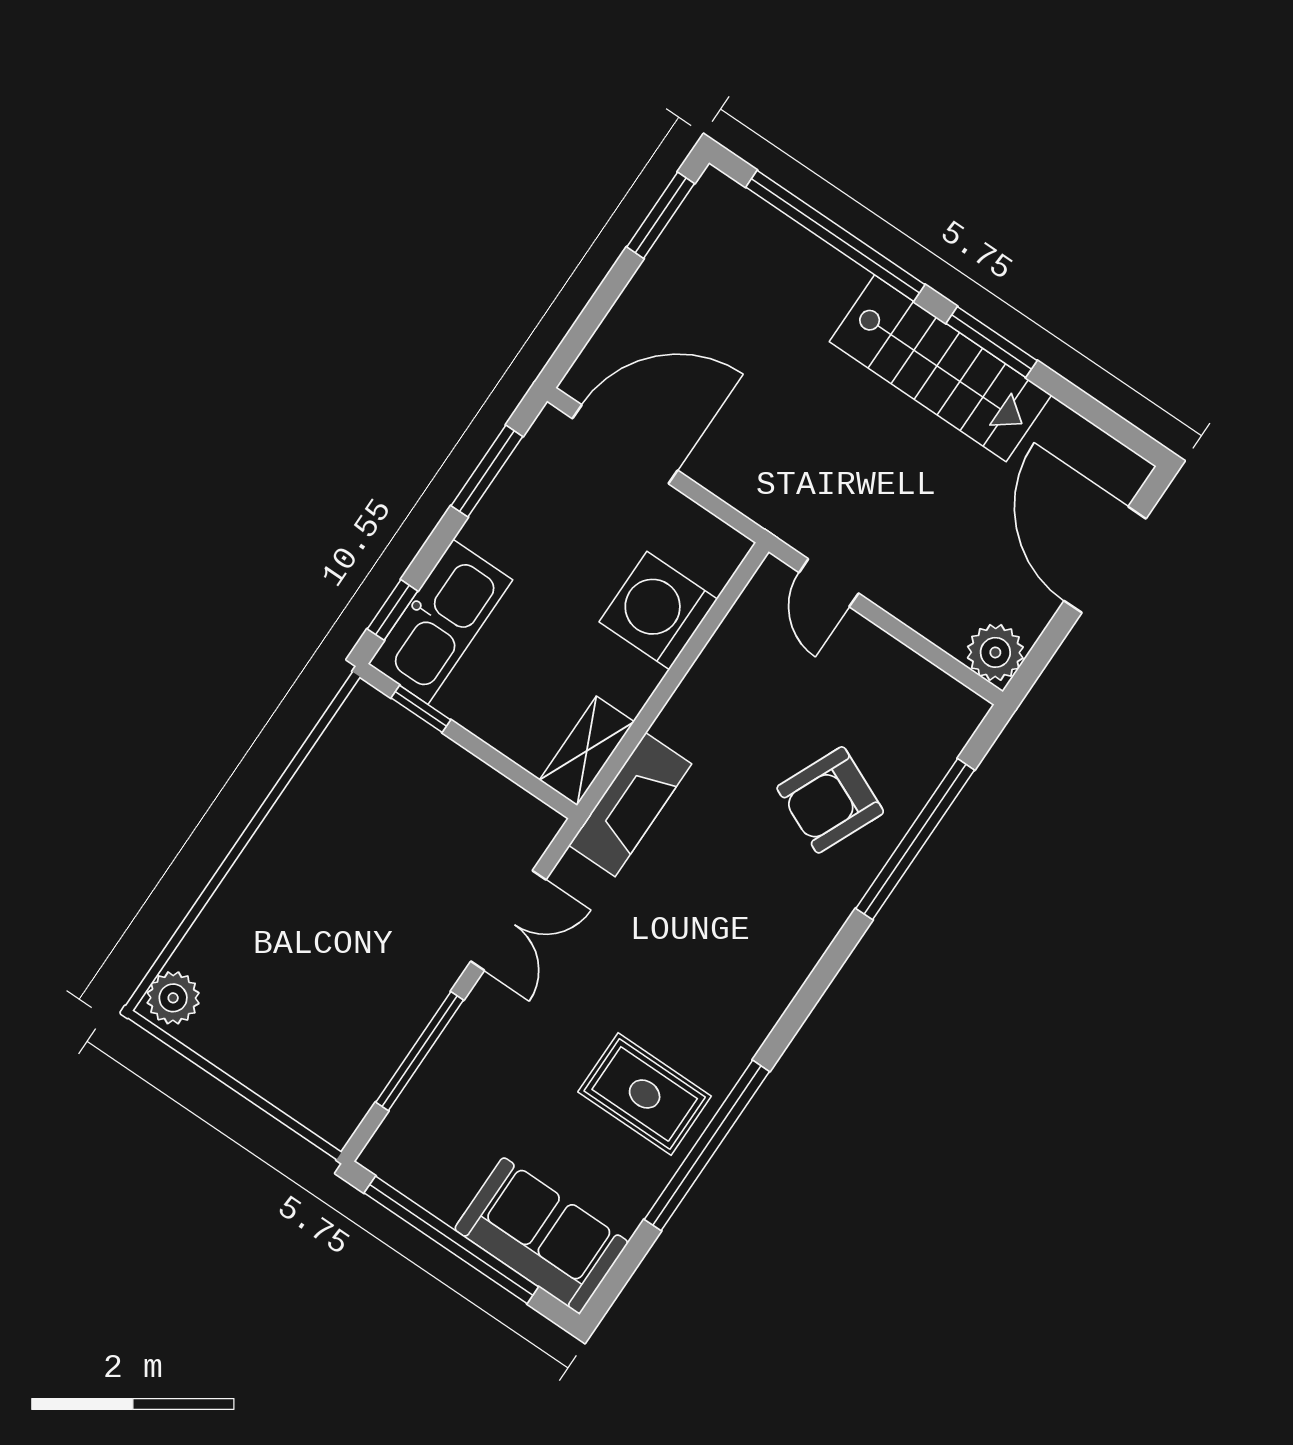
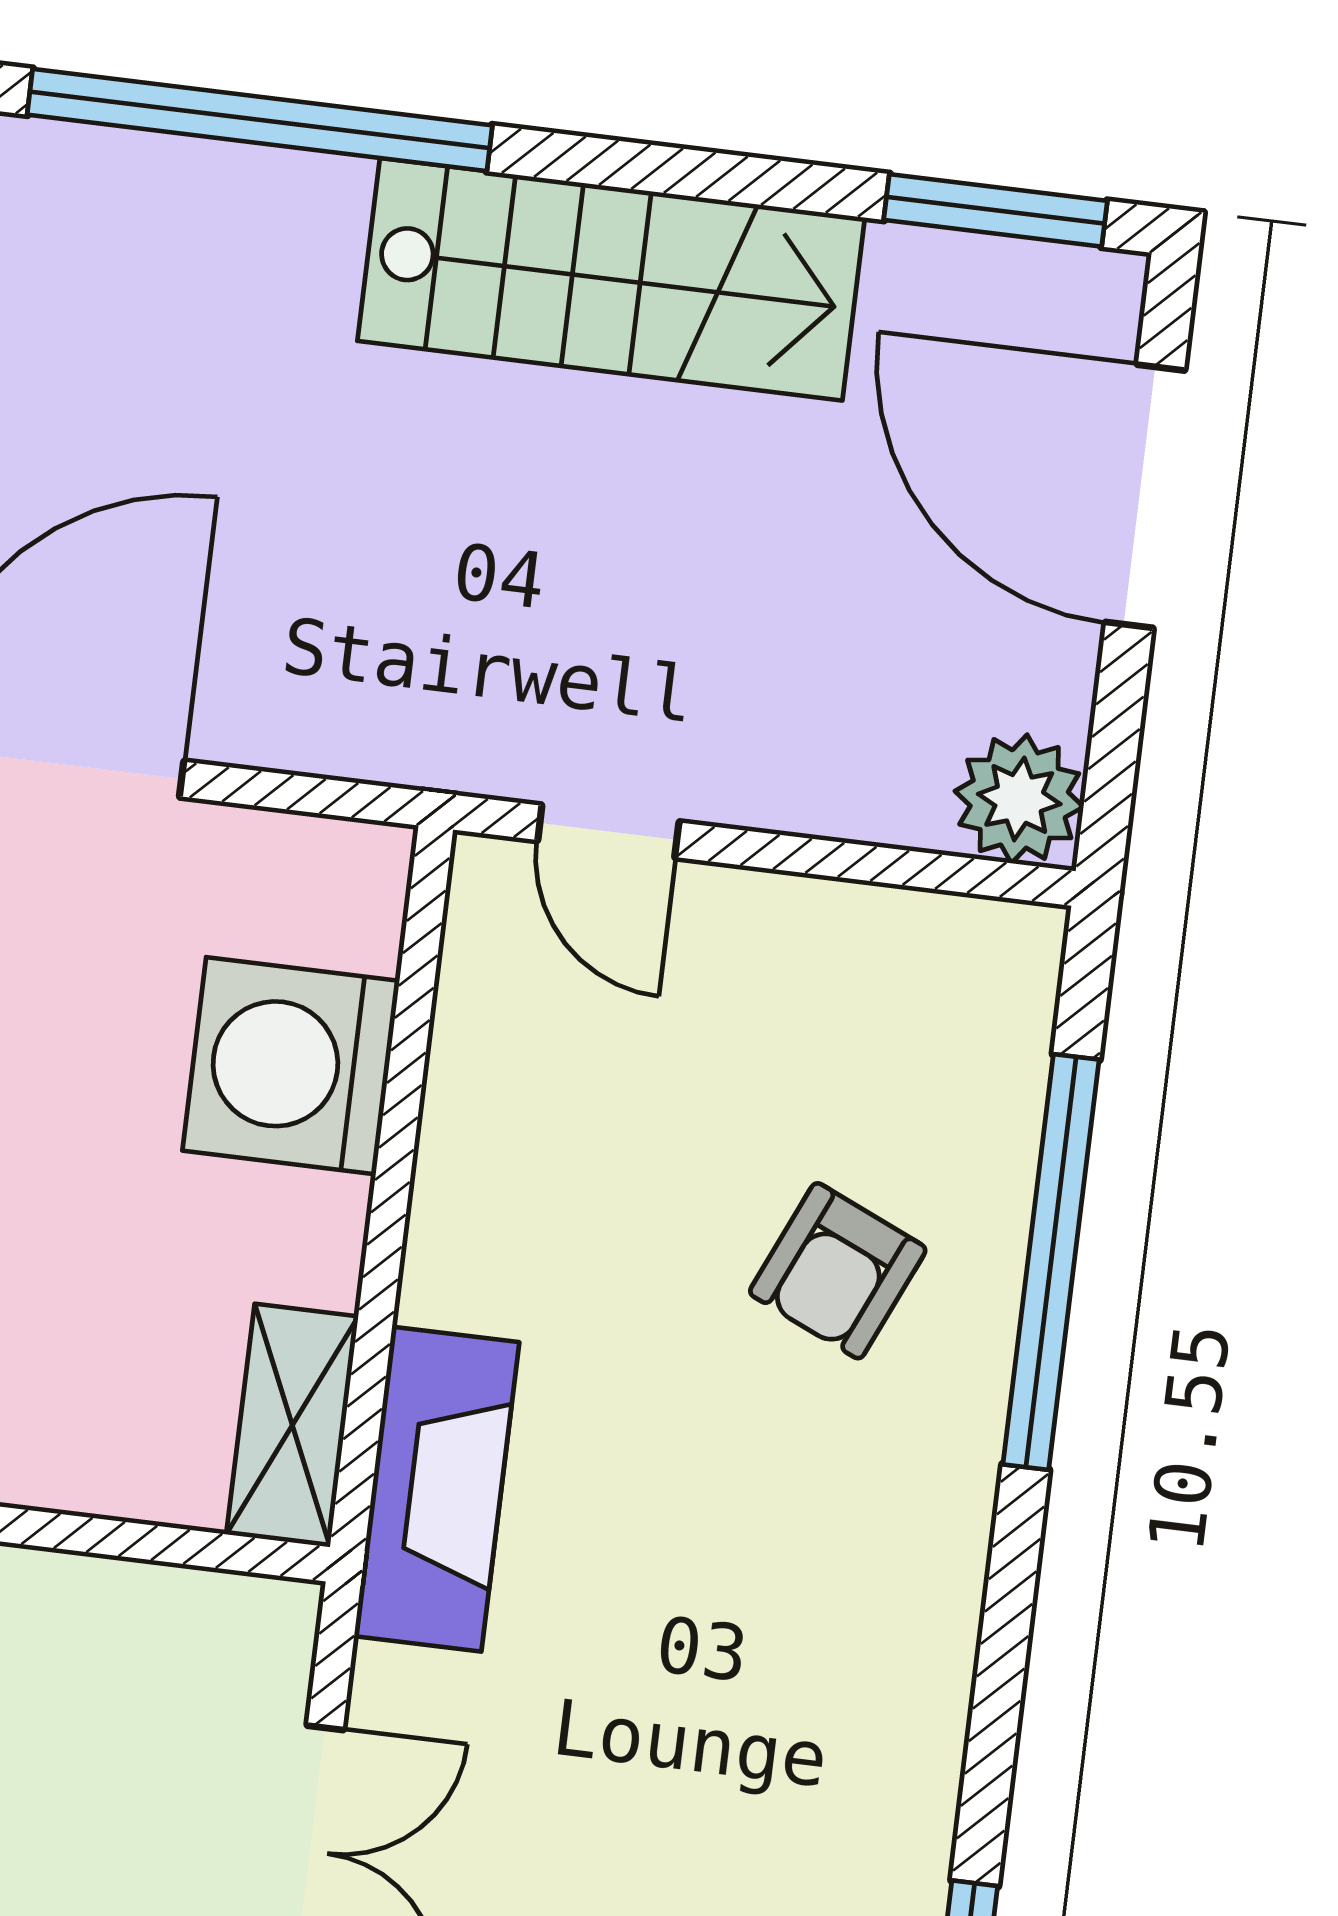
window: (992, 342) -> (996, 210), moved
armchair: (830, 800) -> (838, 1271), width x0.72, depth x0.72

